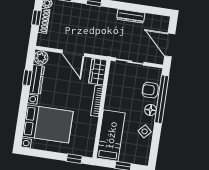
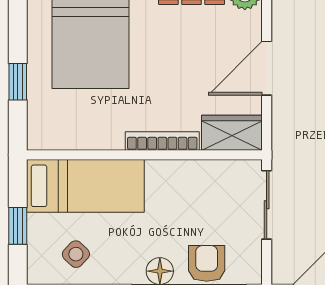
side table: (145, 131) -> (76, 254), moved
window: (74, 159) -> (18, 82), moved

